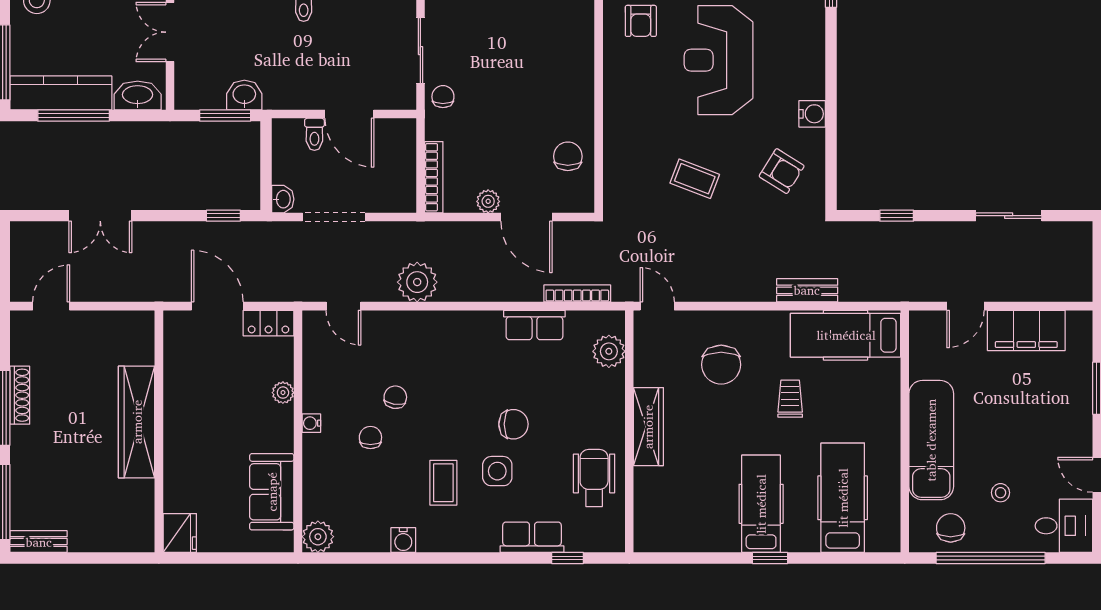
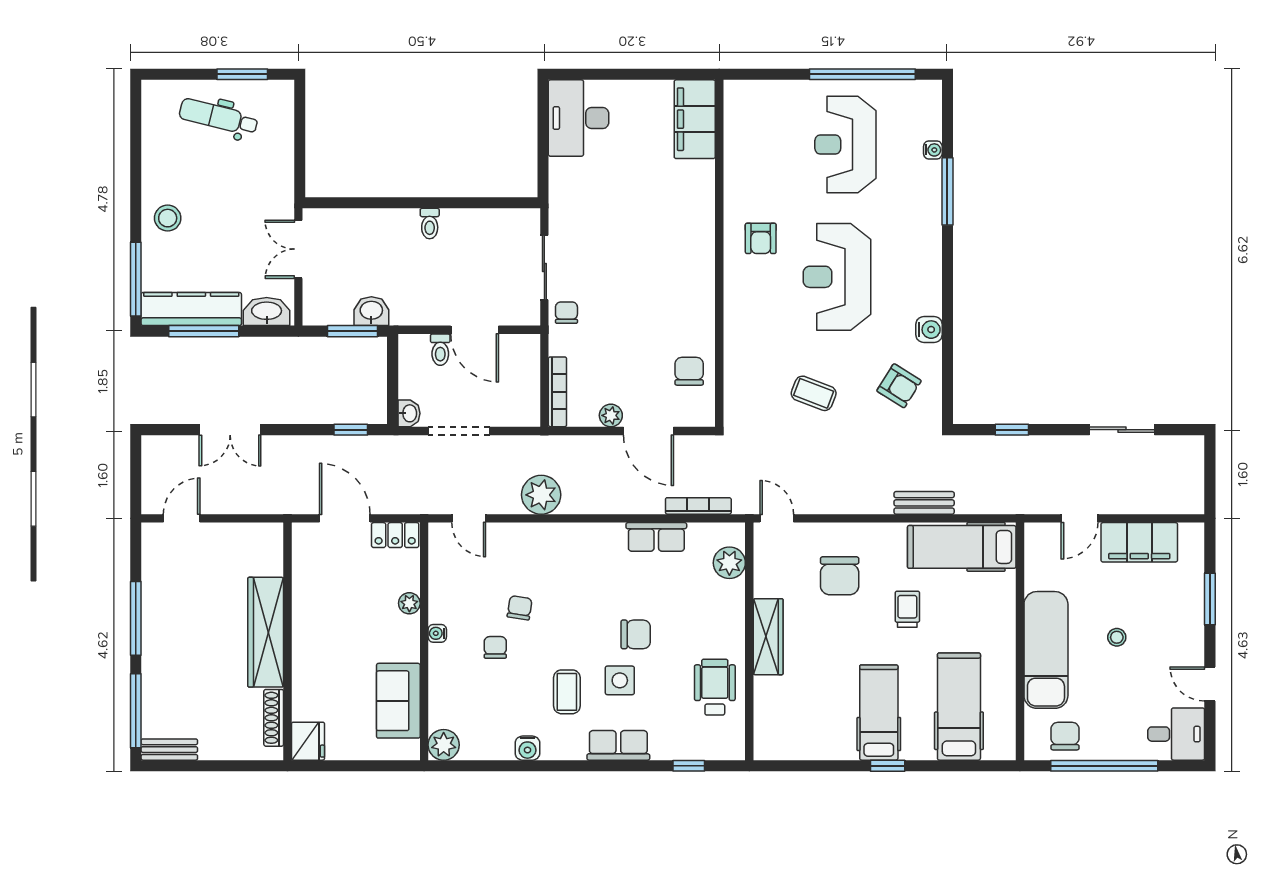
shoe rack: (20, 395) -> (274, 718), moved, turned 180
stool: (1001, 493) -> (1117, 637), moved
row of seats: (532, 537) -> (618, 745), moved

